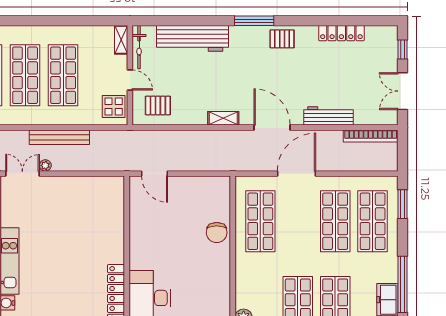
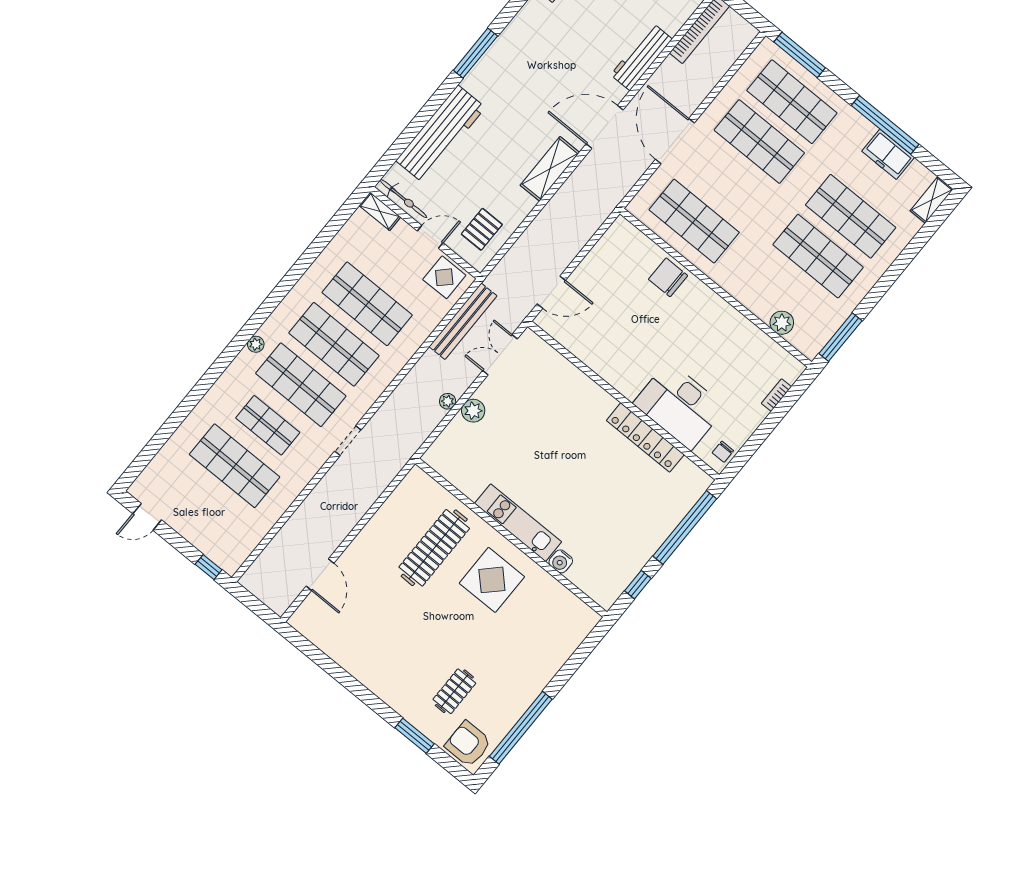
pallet: (282, 39) -> (519, 39), removed
shelving: (223, 118) -> (550, 169), width x1.50, depth x1.33
bench: (59, 137) -> (463, 321), moved
double door: (22, 174) -> (500, 355), moved
plant: (52, 184) -> (473, 411), added
window: (402, 204) -> (800, 55), width x1.44
chair: (217, 232) -> (668, 277), turned 180

